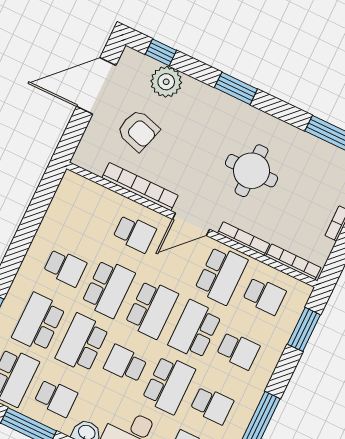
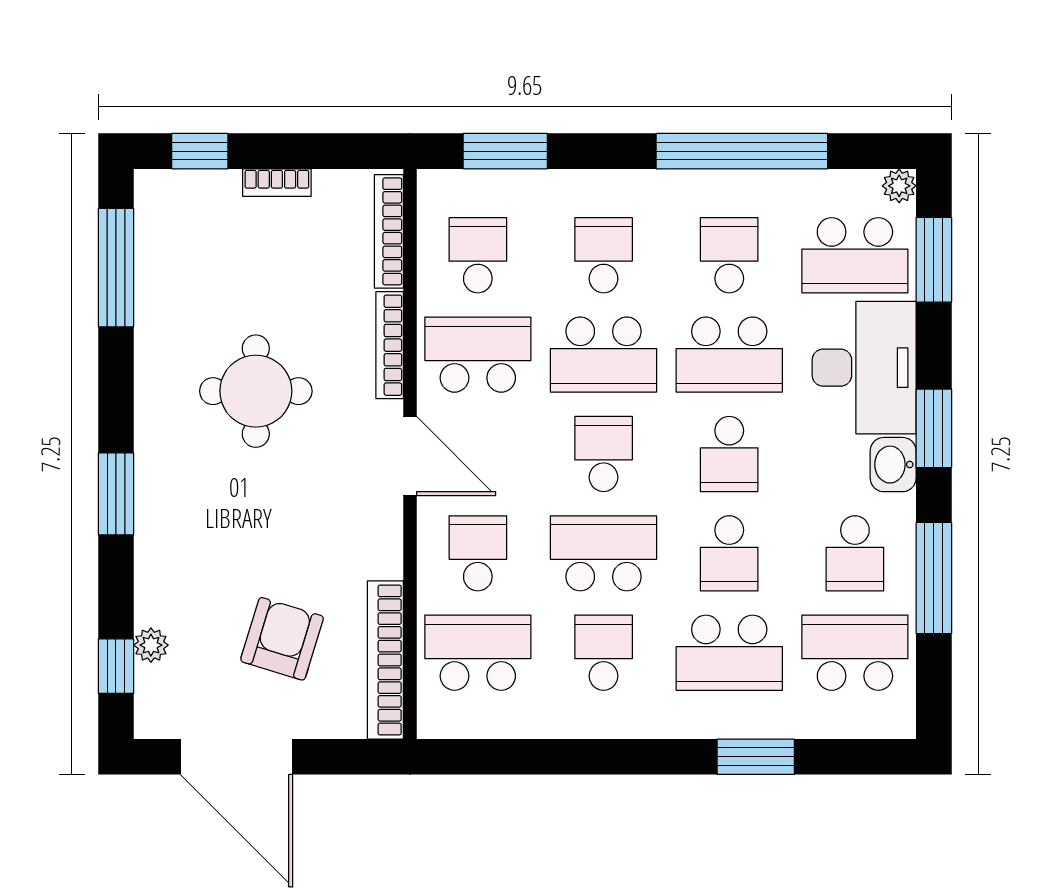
plant: (166, 82) -> (151, 645), width x0.53, depth x0.53
bookcase: (140, 187) -> (385, 660), moved
school desk: (91, 213) -> (478, 653), added
school desk: (152, 309) -> (604, 454), width x0.54
school desk: (82, 343) -> (729, 553), width x0.54
school desk: (169, 385) -> (729, 355), turned 180
school desk: (56, 398) -> (855, 553), turned 180

